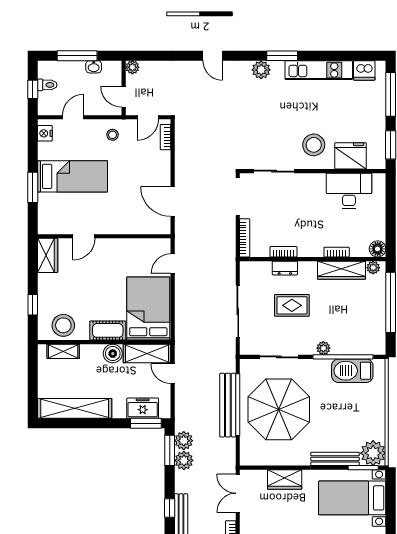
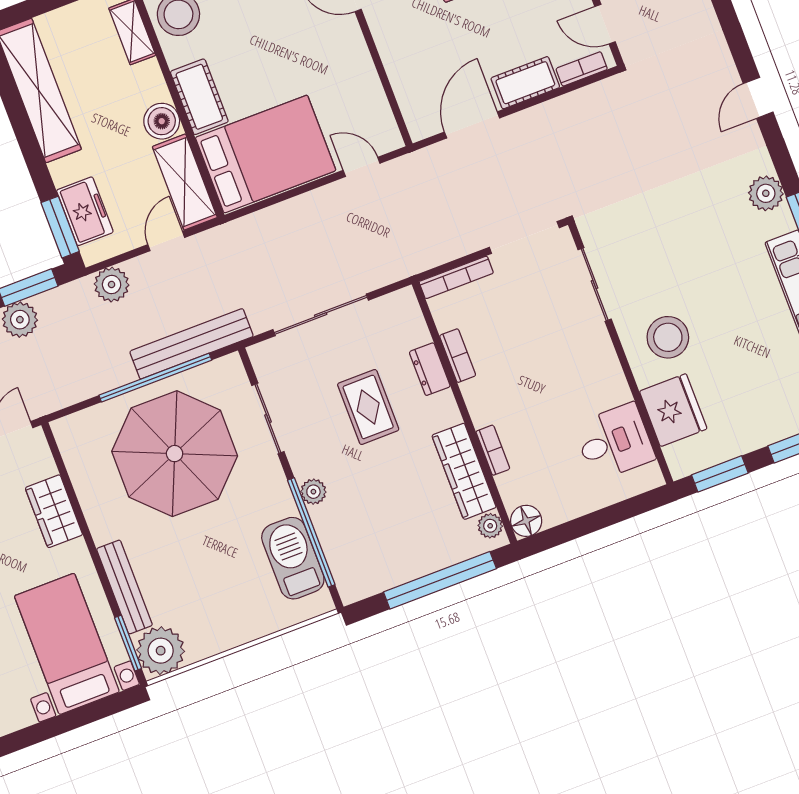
cot: (162, 167) -> (525, 83), added
desk: (349, 191) -> (614, 442), width x0.73
bench: (228, 405) -> (192, 344), moved
plant: (184, 441) -> (112, 285), moved

